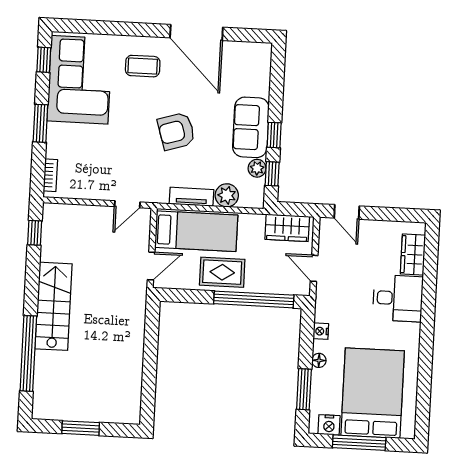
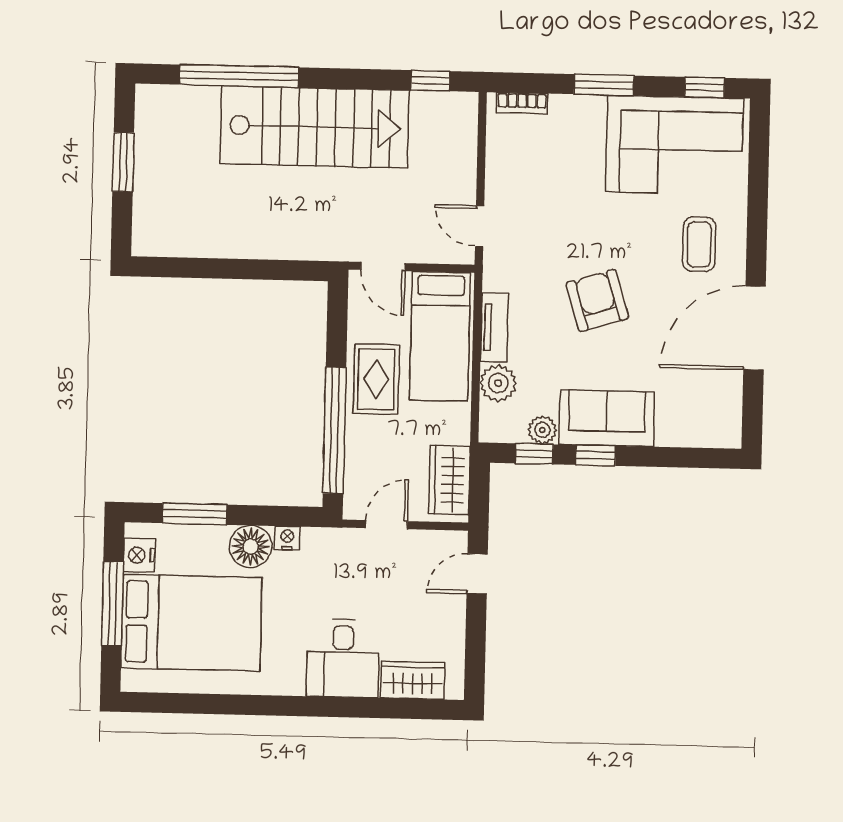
stairs: (54, 306) -> (315, 127), width x1.36, depth x1.51
floor lamp: (319, 360) -> (251, 547), width x1.89, depth x1.89

